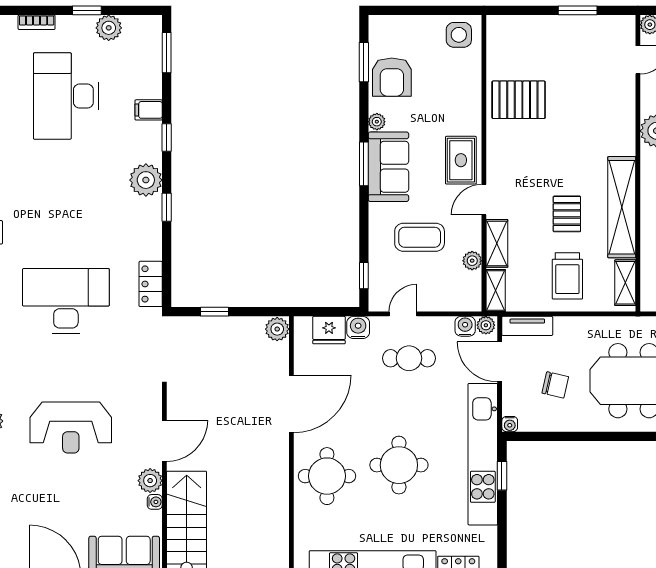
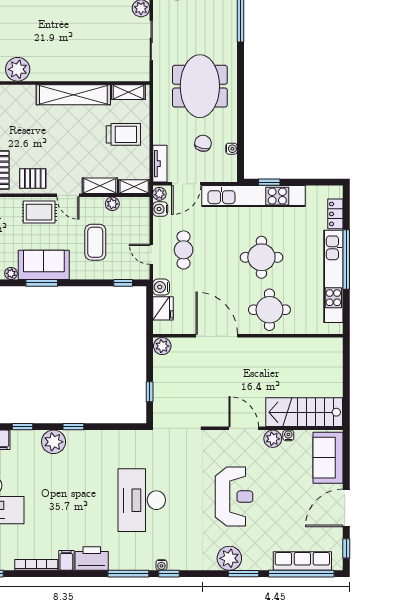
pallet: (567, 214) -> (33, 178), moved
locker: (151, 284) -> (129, 438), removed
water cooler: (510, 424) -> (232, 149), moved

